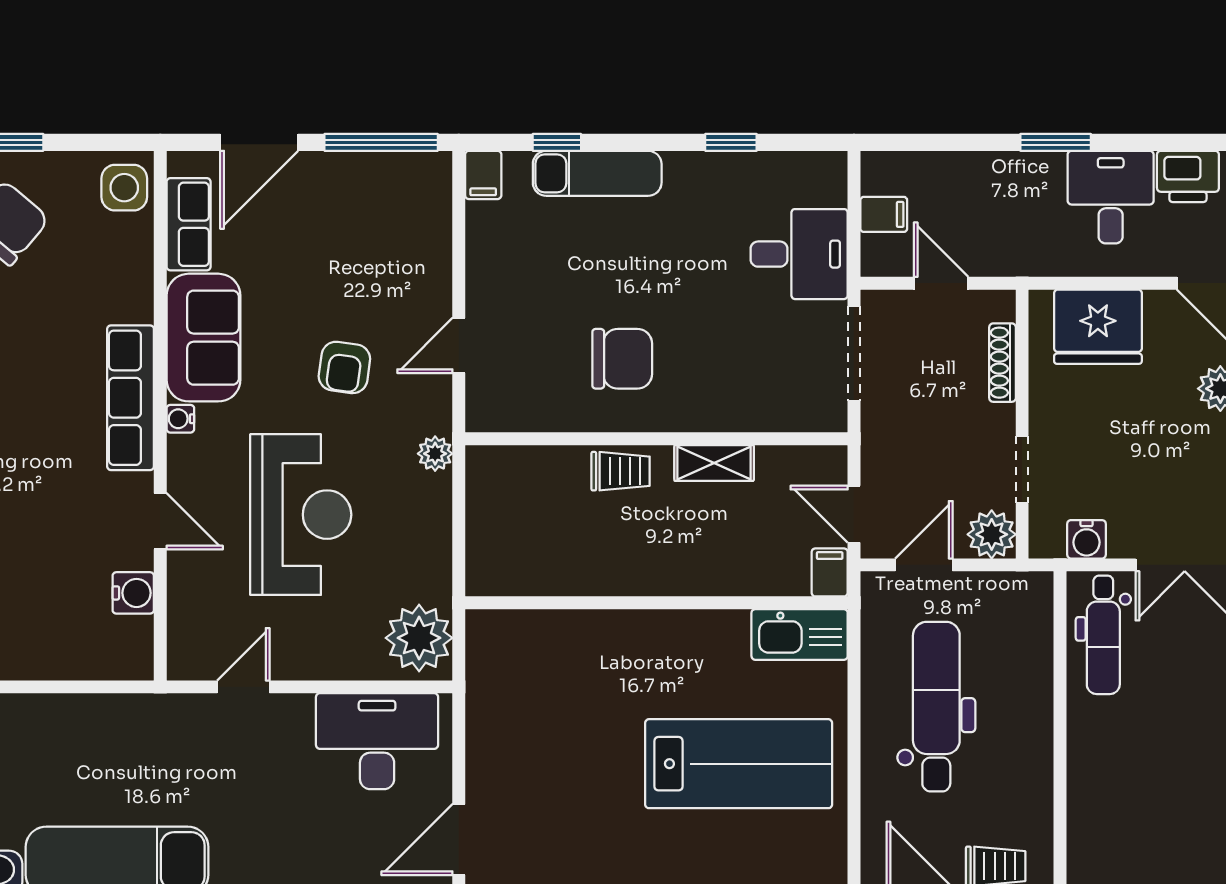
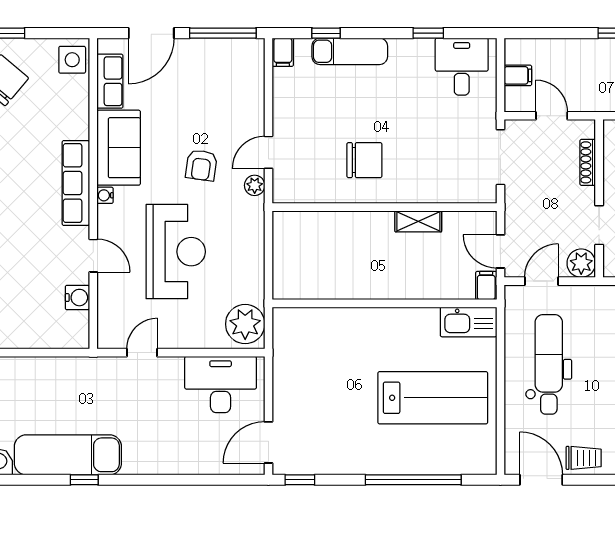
desk: (799, 254) -> (462, 67), moved, turned -90
plant: (435, 454) -> (255, 185), moved
trolley: (621, 471) -> (363, 226), removed

